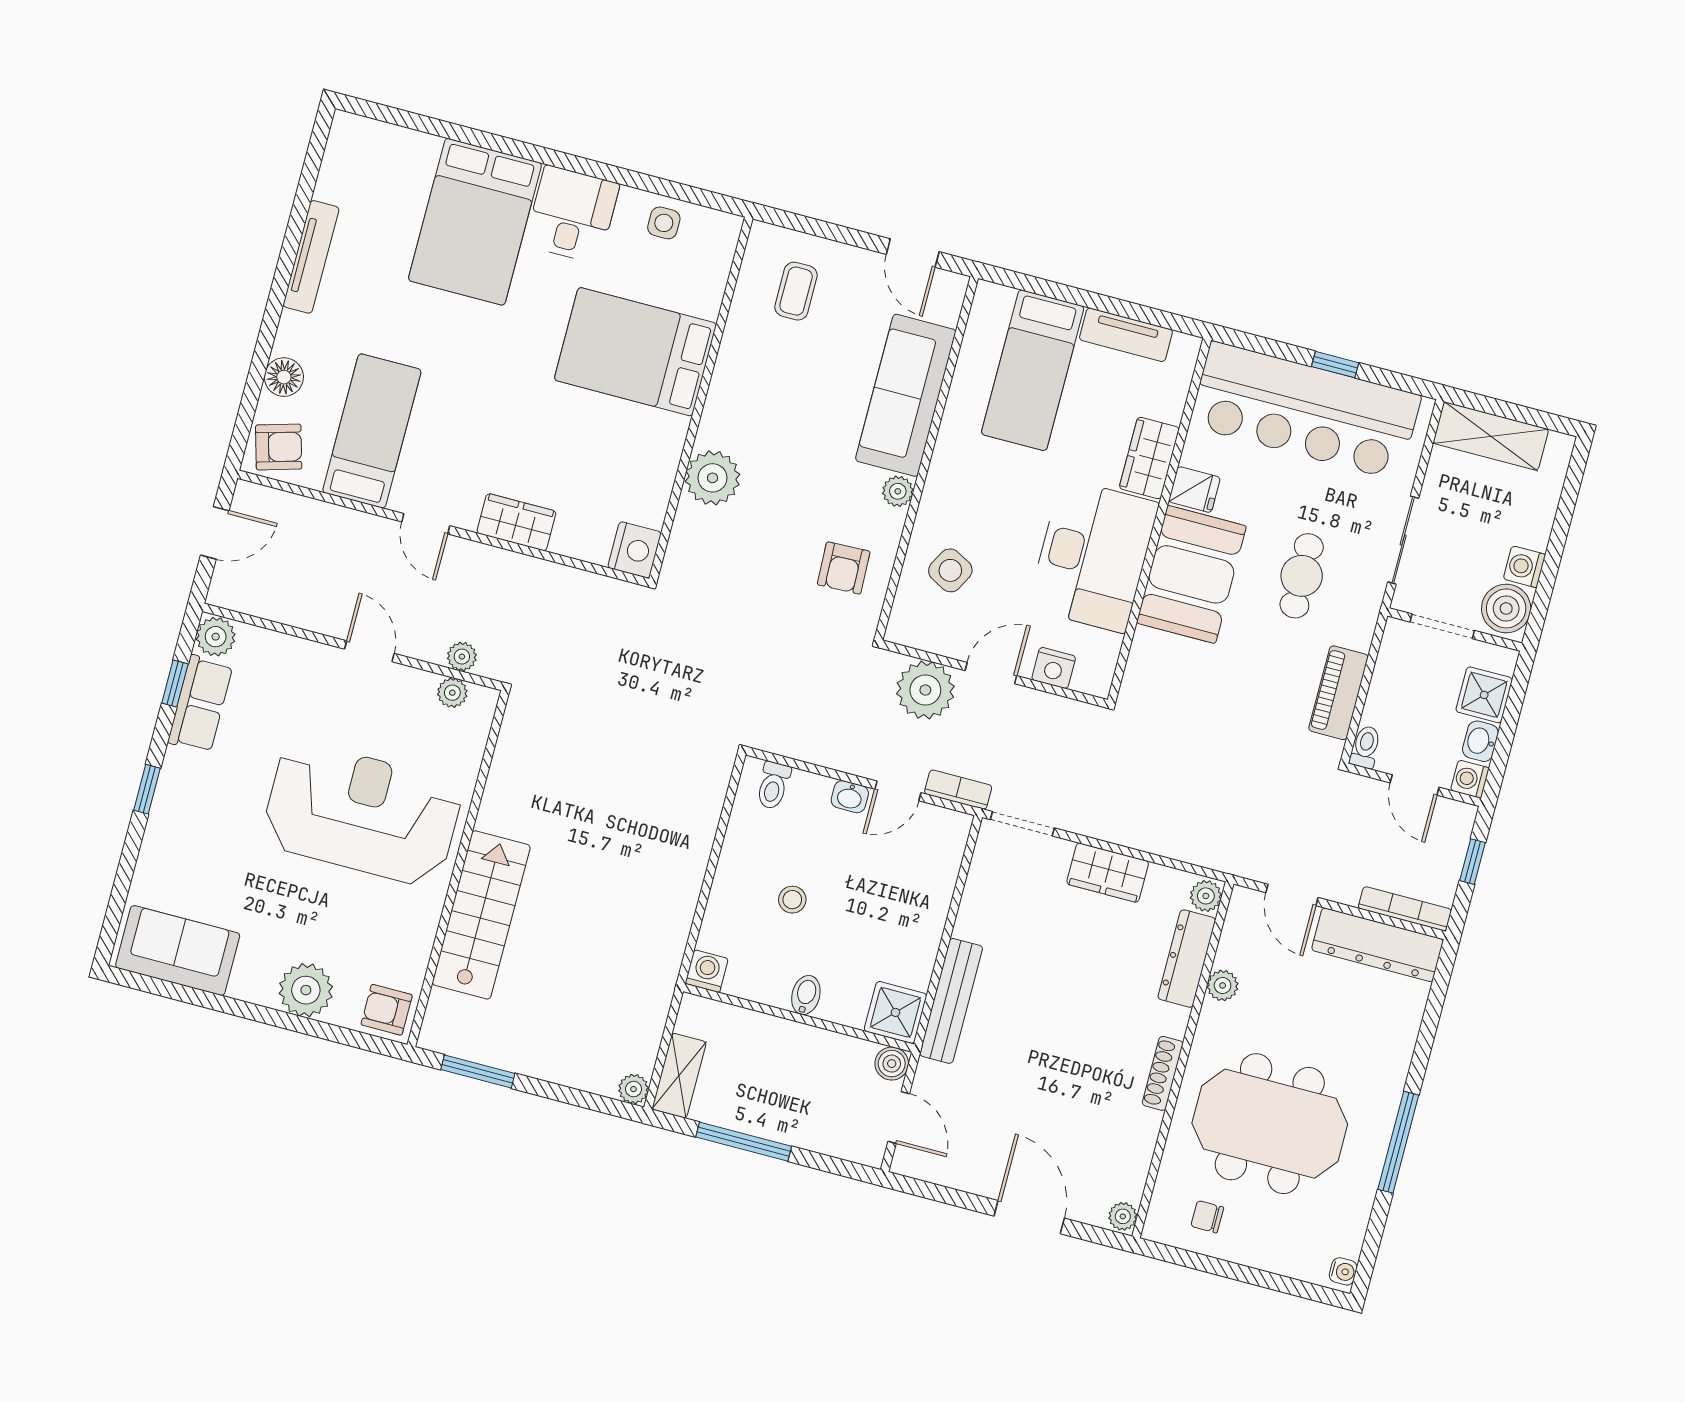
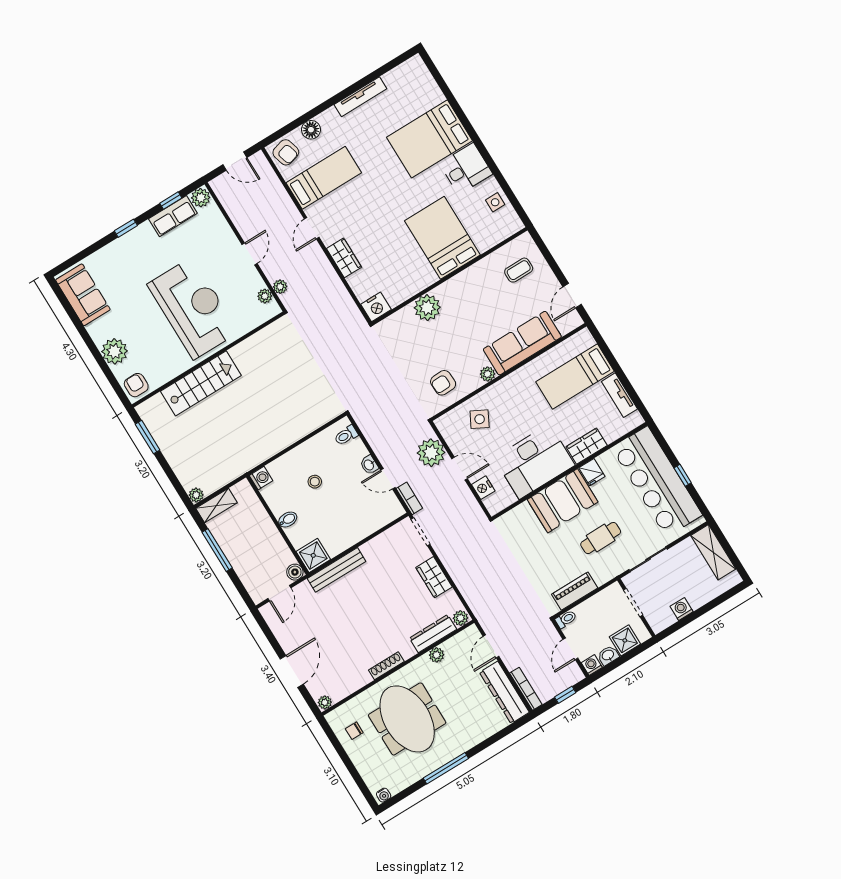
boiler: (1506, 608) -> (661, 618), removed
chair: (1207, 1217) -> (354, 731), turned -90

